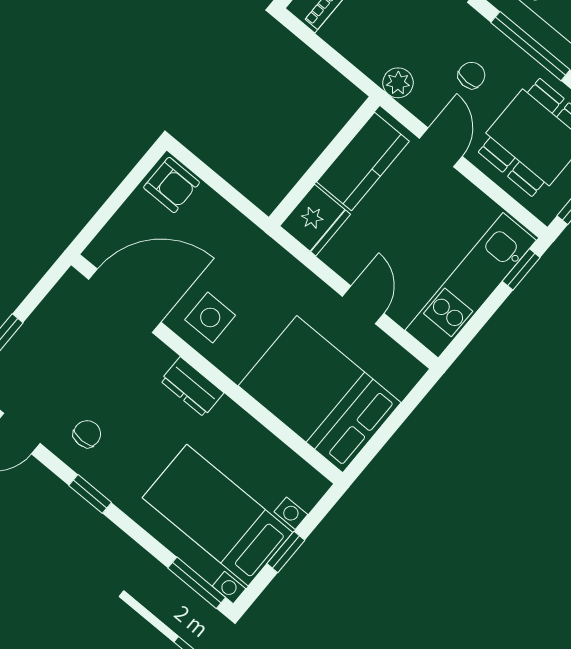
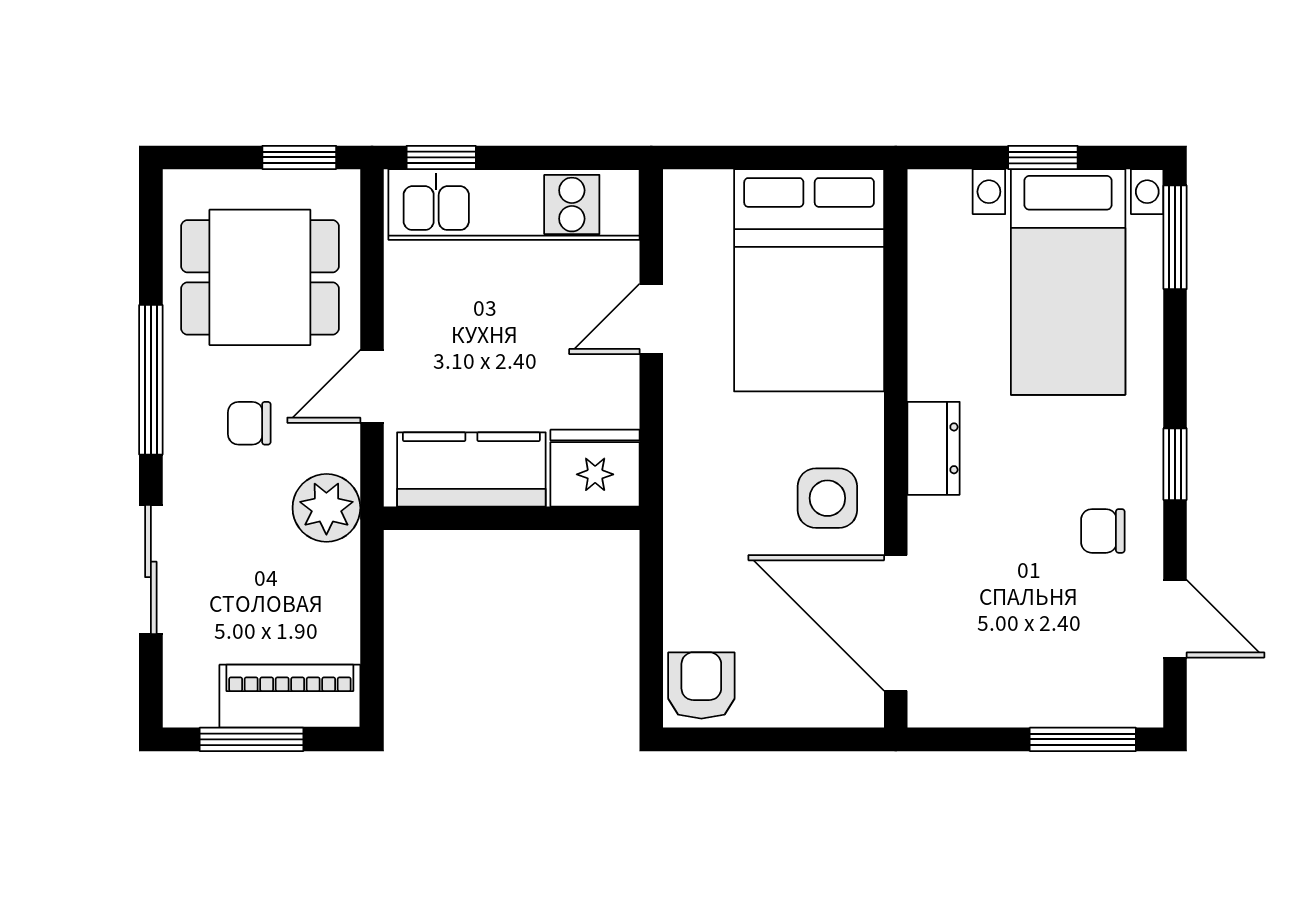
plant: (398, 83) -> (326, 508), width x1.38, depth x1.38

